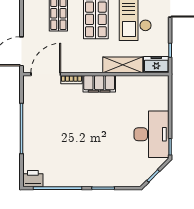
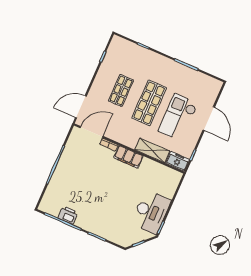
printer: (33, 179) -> (68, 215), moved

